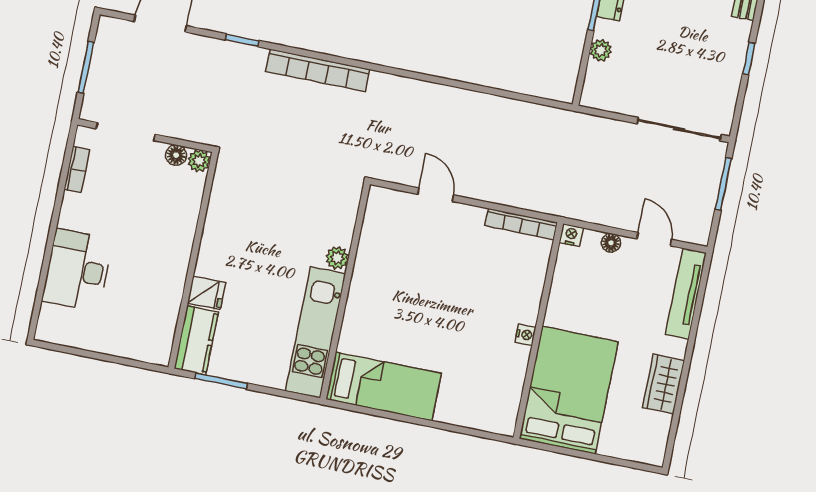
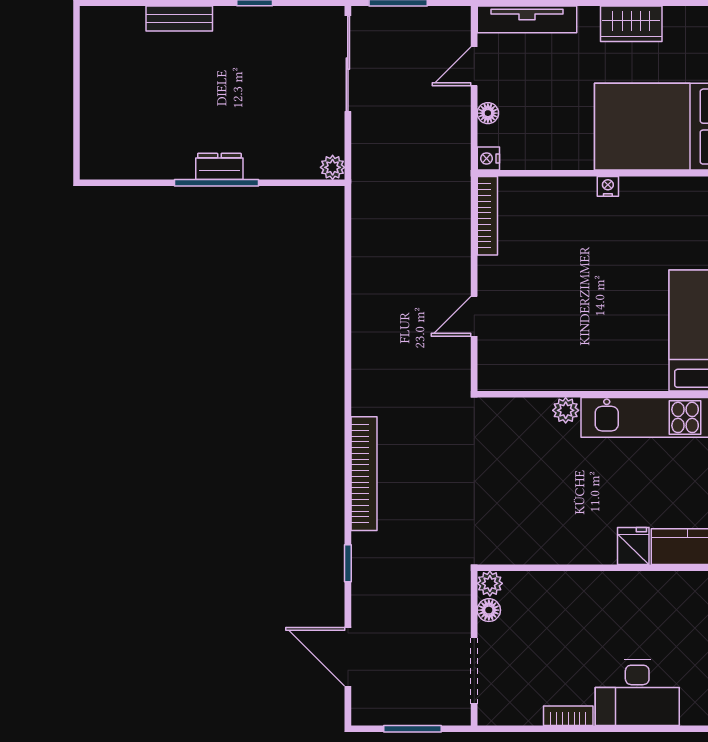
plant: (601, 50) -> (333, 167), moved
bookcase: (77, 170) -> (568, 716), moved

